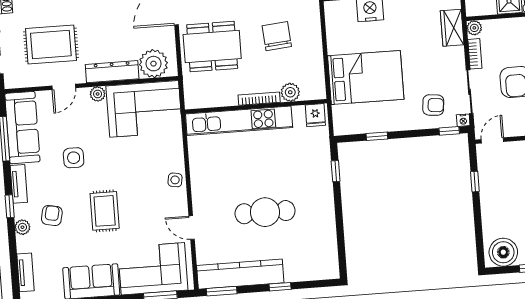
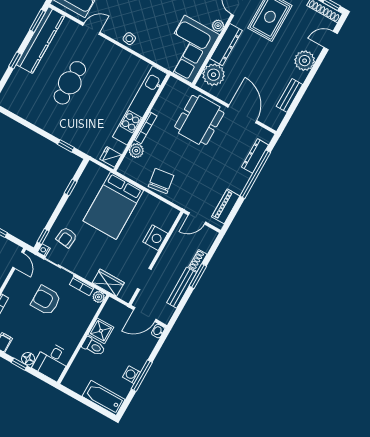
chair: (277, 36) -> (161, 181), moved, turned -93

